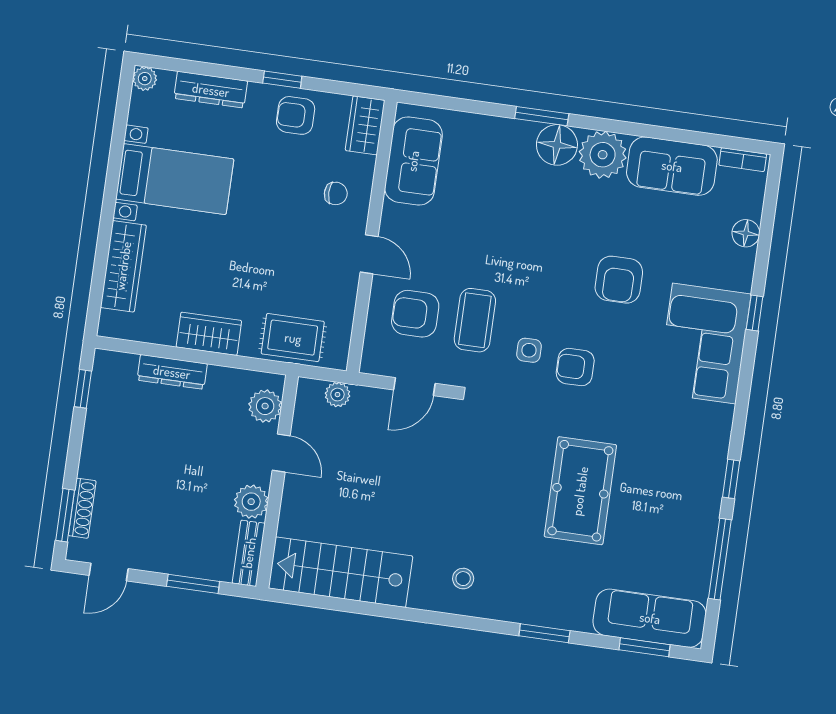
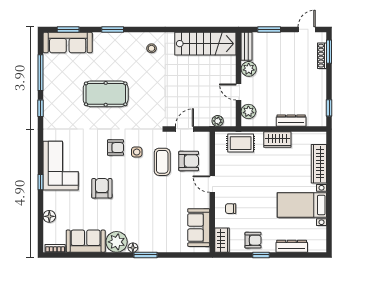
plant: (145, 79) -> (321, 247), removed
floor lamp: (557, 145) -> (133, 248), width x0.53, depth x0.53
pool table: (580, 491) -> (106, 94), turned 90

